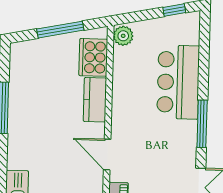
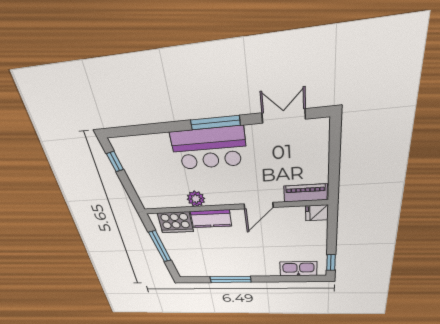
plant: (123, 36) -> (196, 199), moved
bar counter: (178, 82) -> (209, 148), moved

